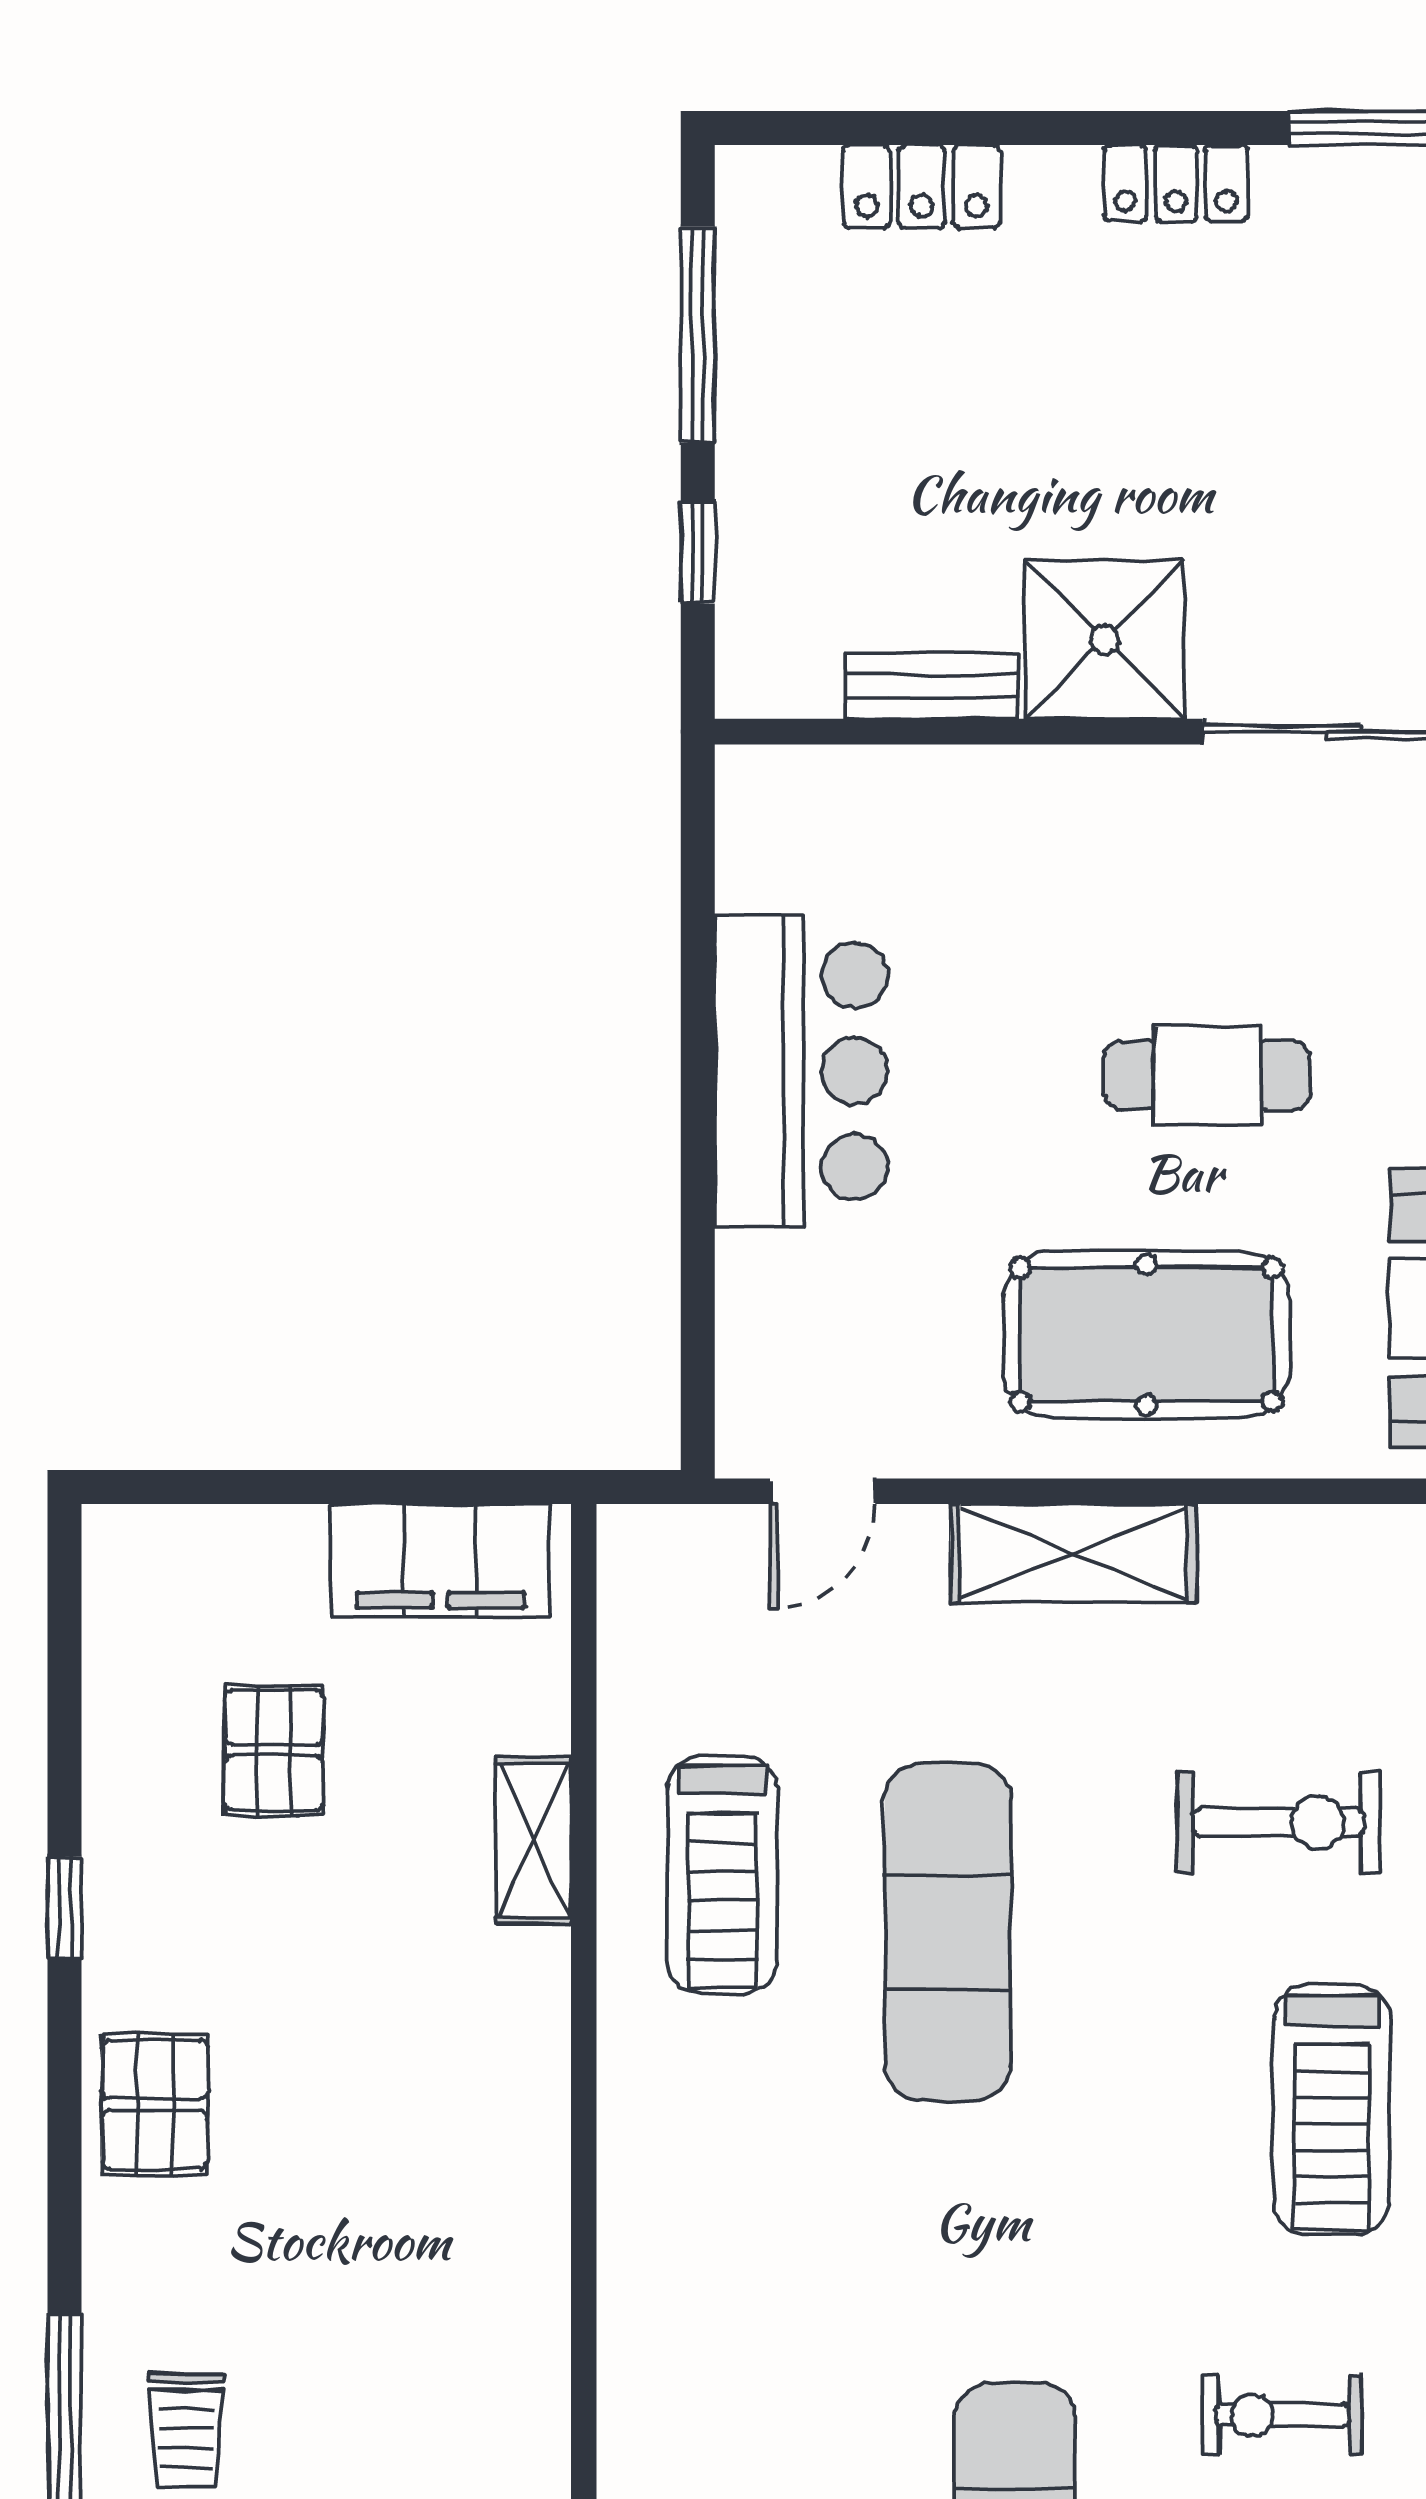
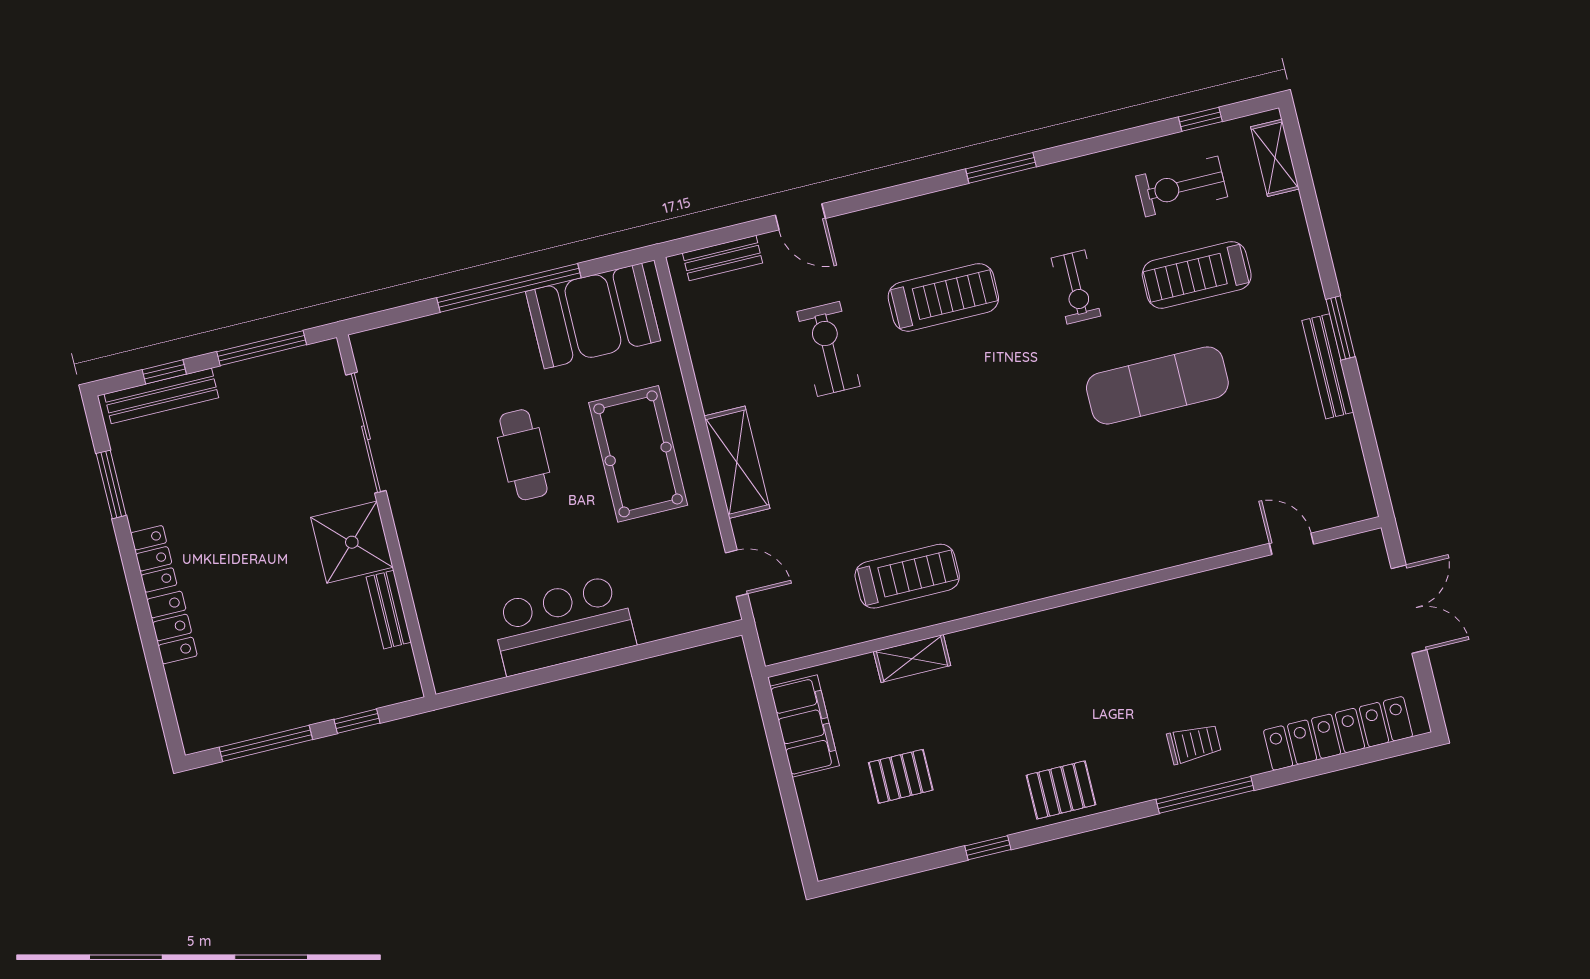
locker: (922, 187) -> (172, 628), moved
exercise mat: (948, 1932) -> (908, 476), removed

